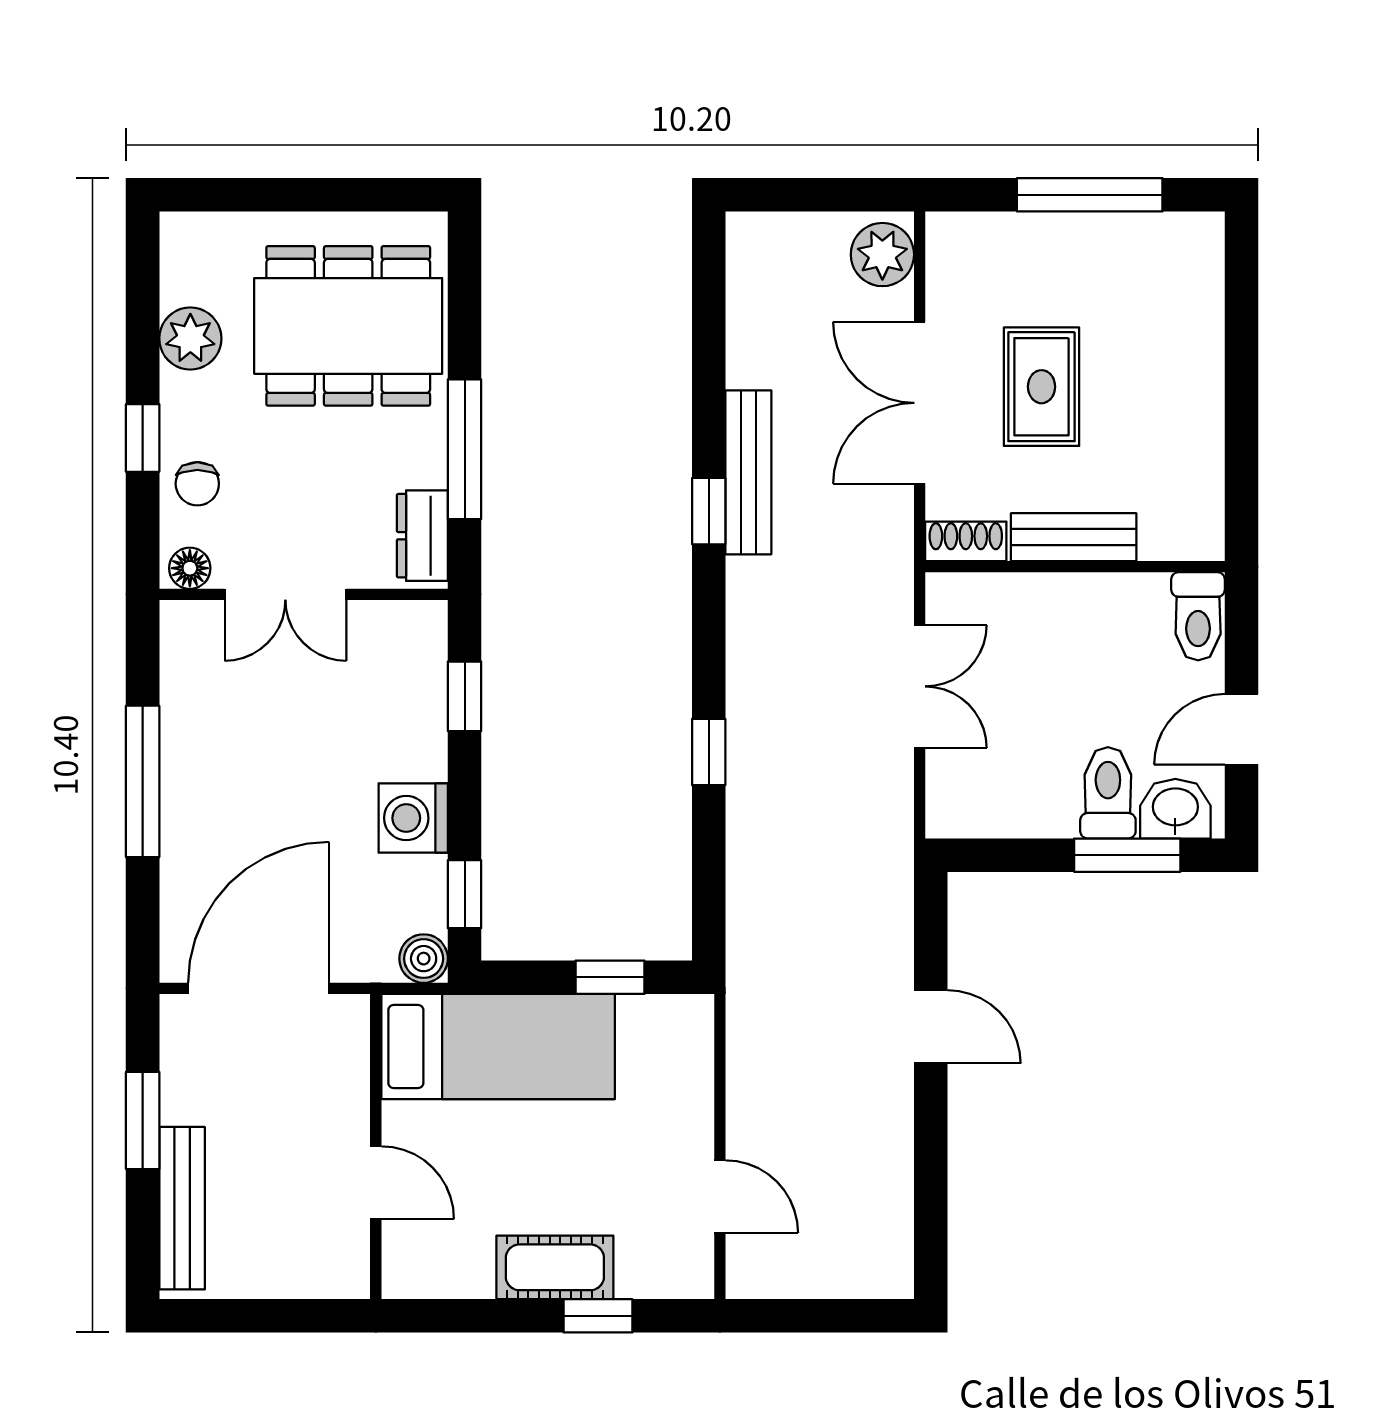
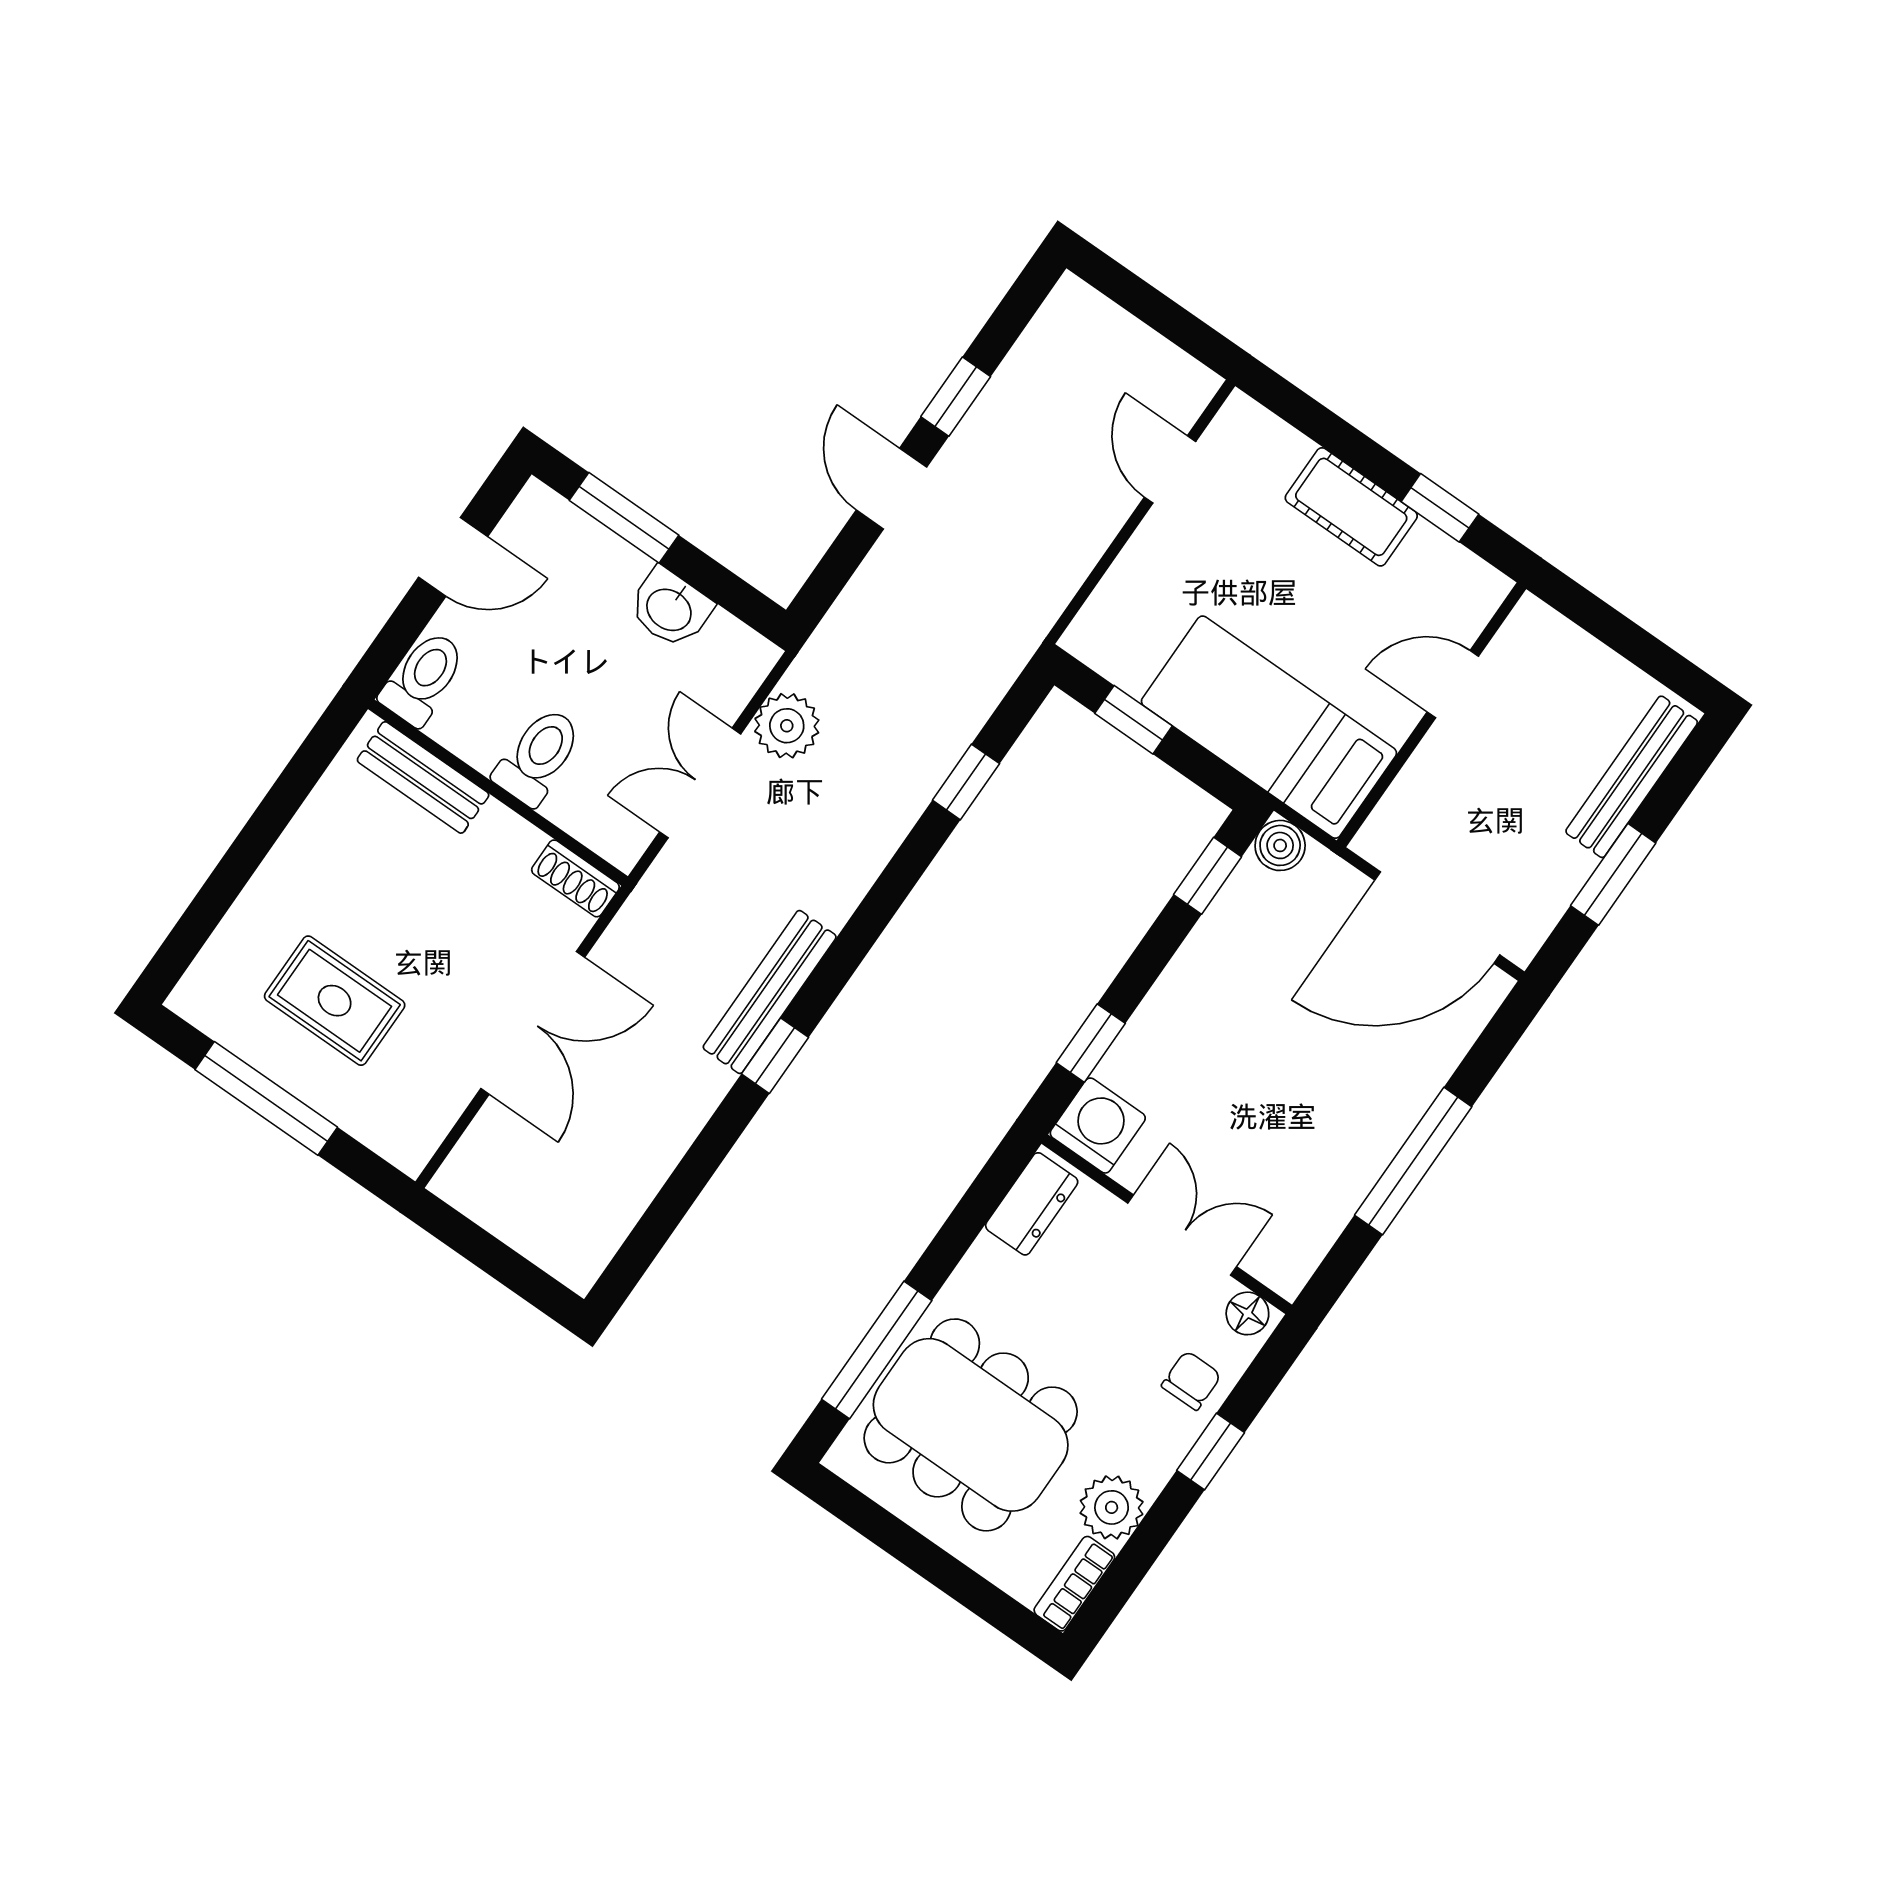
plant: (882, 255) -> (787, 726), moved
bookcase: (178, 257) -> (1074, 1584), added
rug: (1042, 387) -> (335, 1001), moved, turned 90
window: (465, 449) -> (877, 1350), moved
bench: (748, 472) -> (770, 992), moved
bench: (1074, 537) -> (423, 777), moved
window: (709, 752) -> (966, 782), moved
toilet: (1108, 793) -> (538, 756), moved, turned 180
washbasin: (1175, 809) -> (670, 608), moved
washing machine: (413, 818) -> (1098, 1126), moved, turned -90
window: (931, 1136) -> (956, 397), added
door: (376, 1183) -> (1453, 684), hinge flipped
window: (598, 1316) -> (1440, 508), moved

